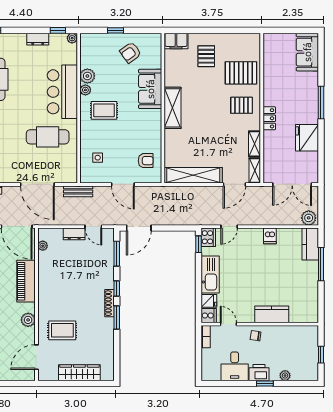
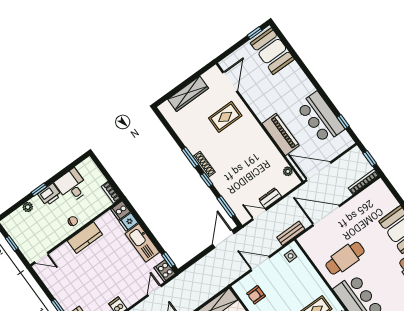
side table: (98, 158) -> (291, 256), moved
kitchen counter: (272, 314) -> (85, 238), moved
plant: (28, 320) -> (257, 106), removed
door: (228, 324) -> (41, 258), moved

